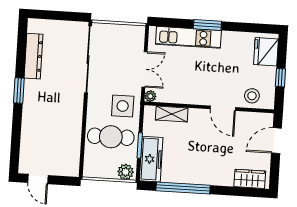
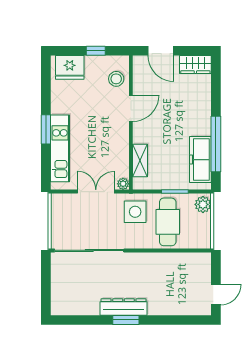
dresser: (34, 56) -> (124, 307), moved
freezer: (151, 159) -> (200, 160), moved, turned -90
wardrobe: (250, 179) -> (195, 64), moved, turned -90

